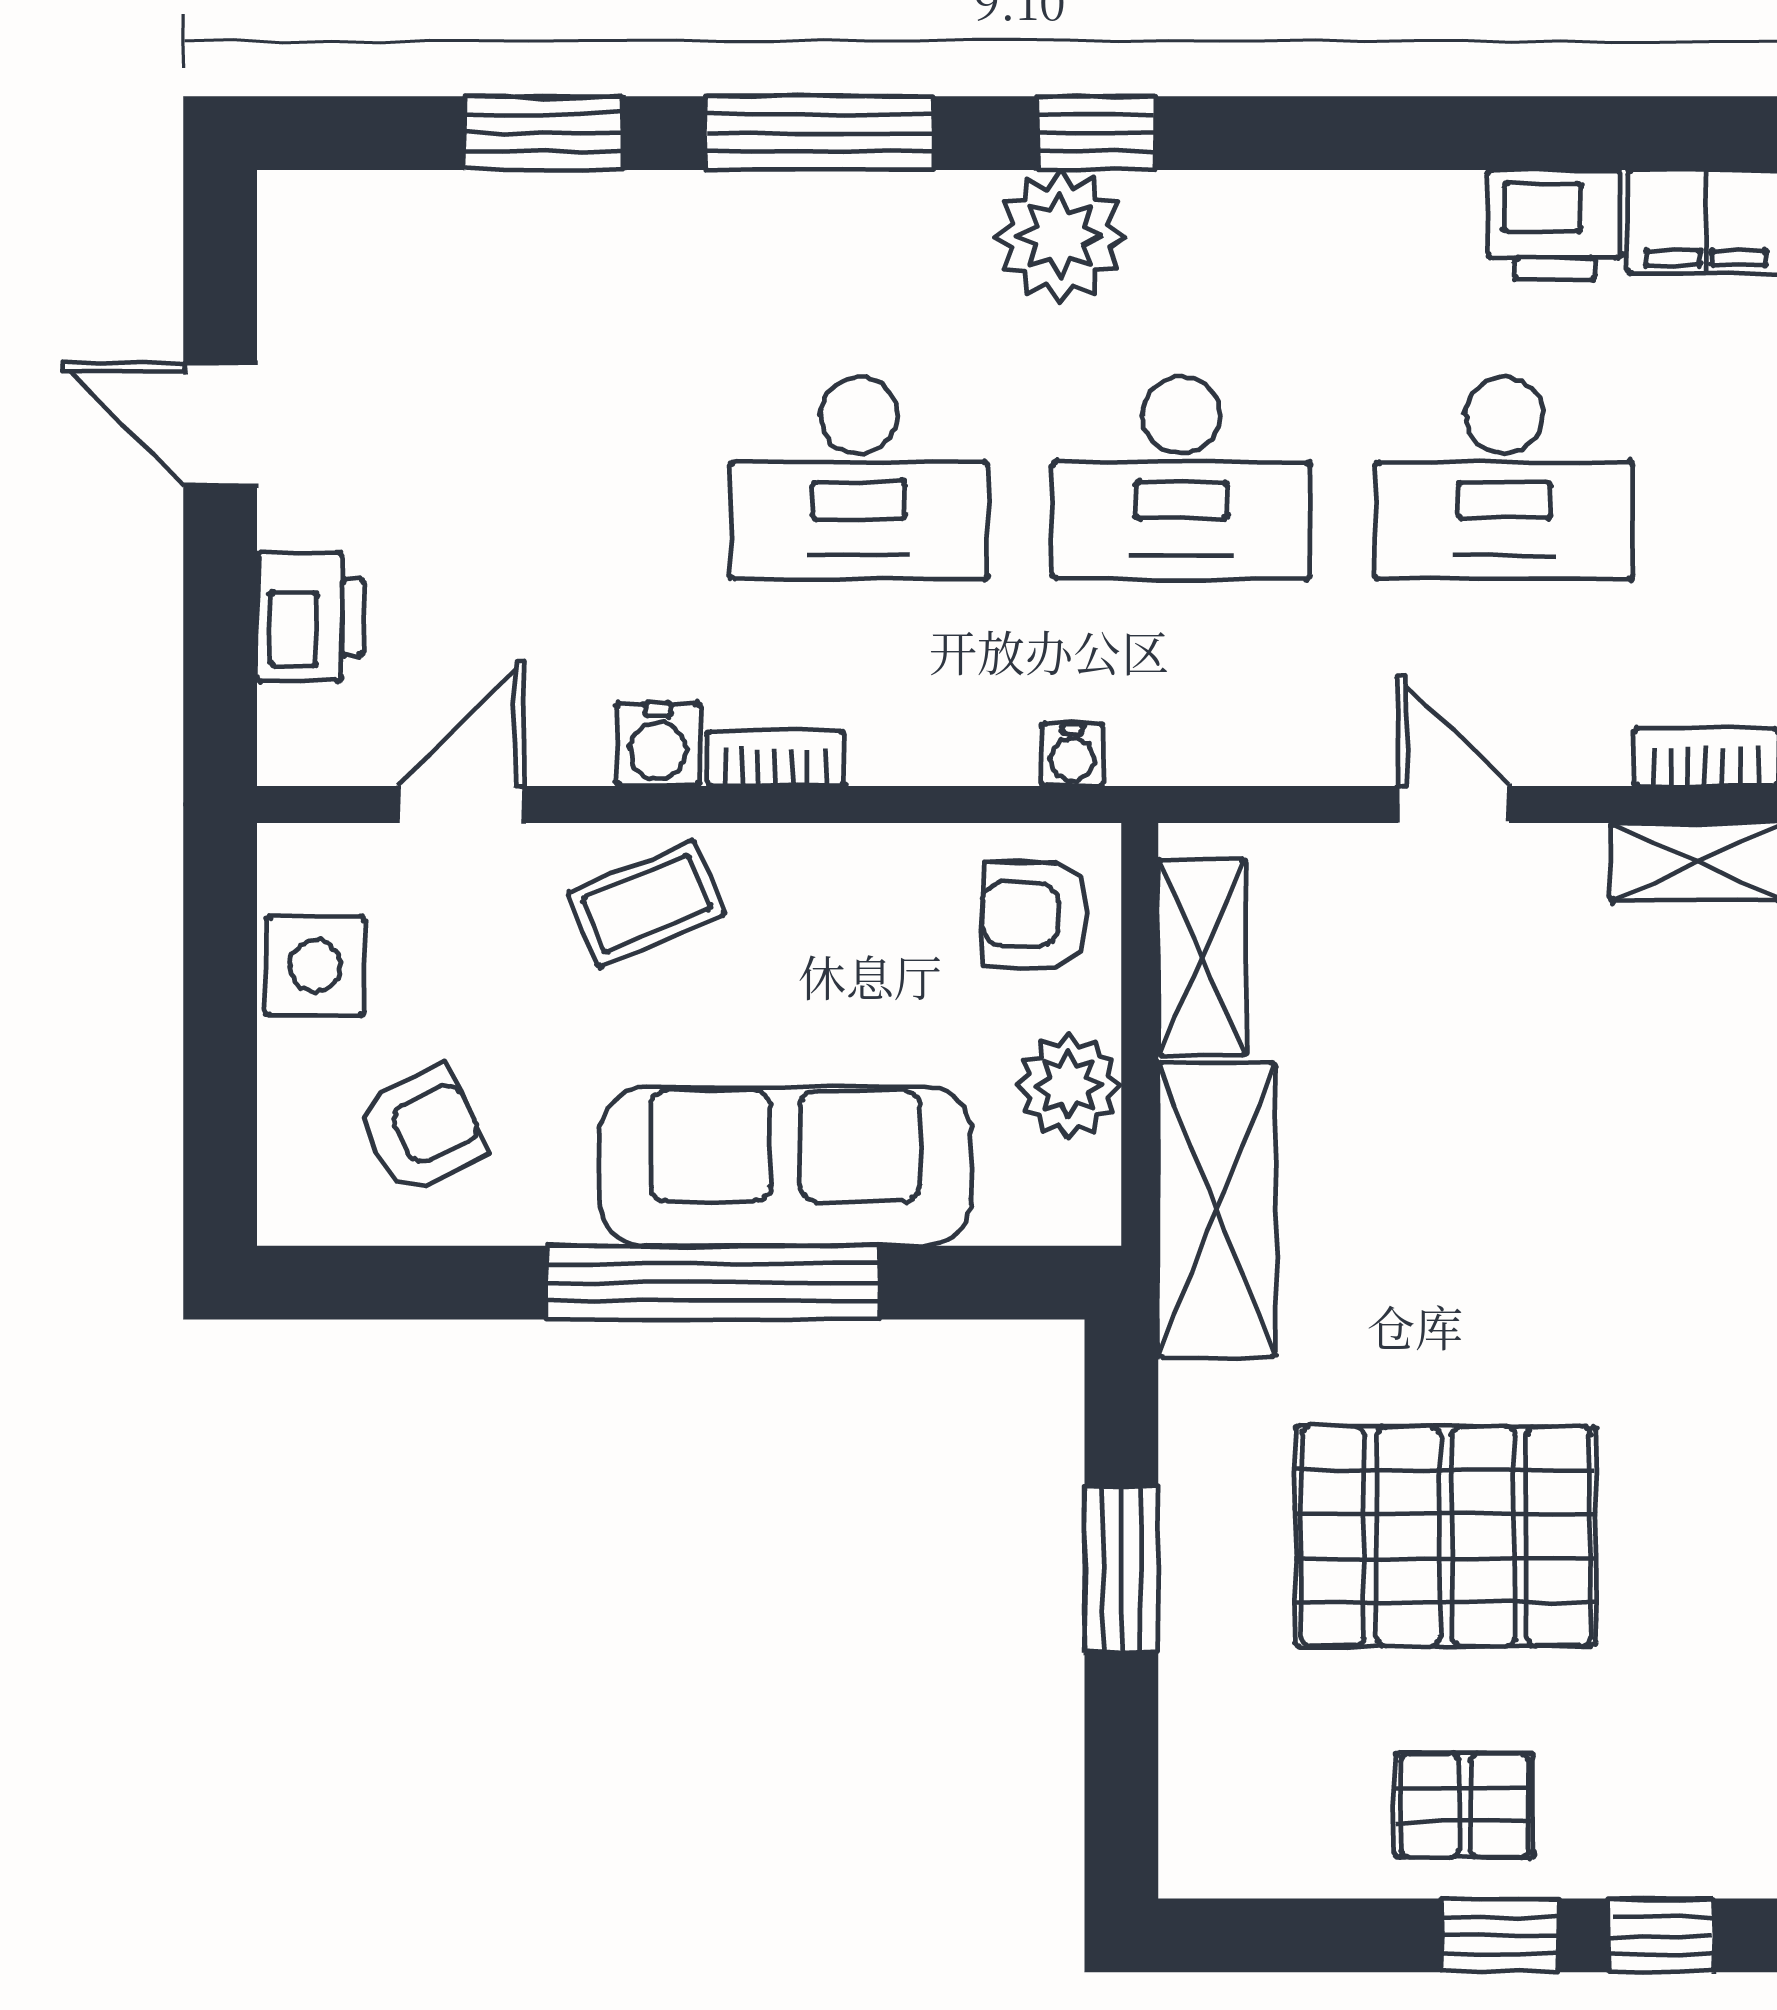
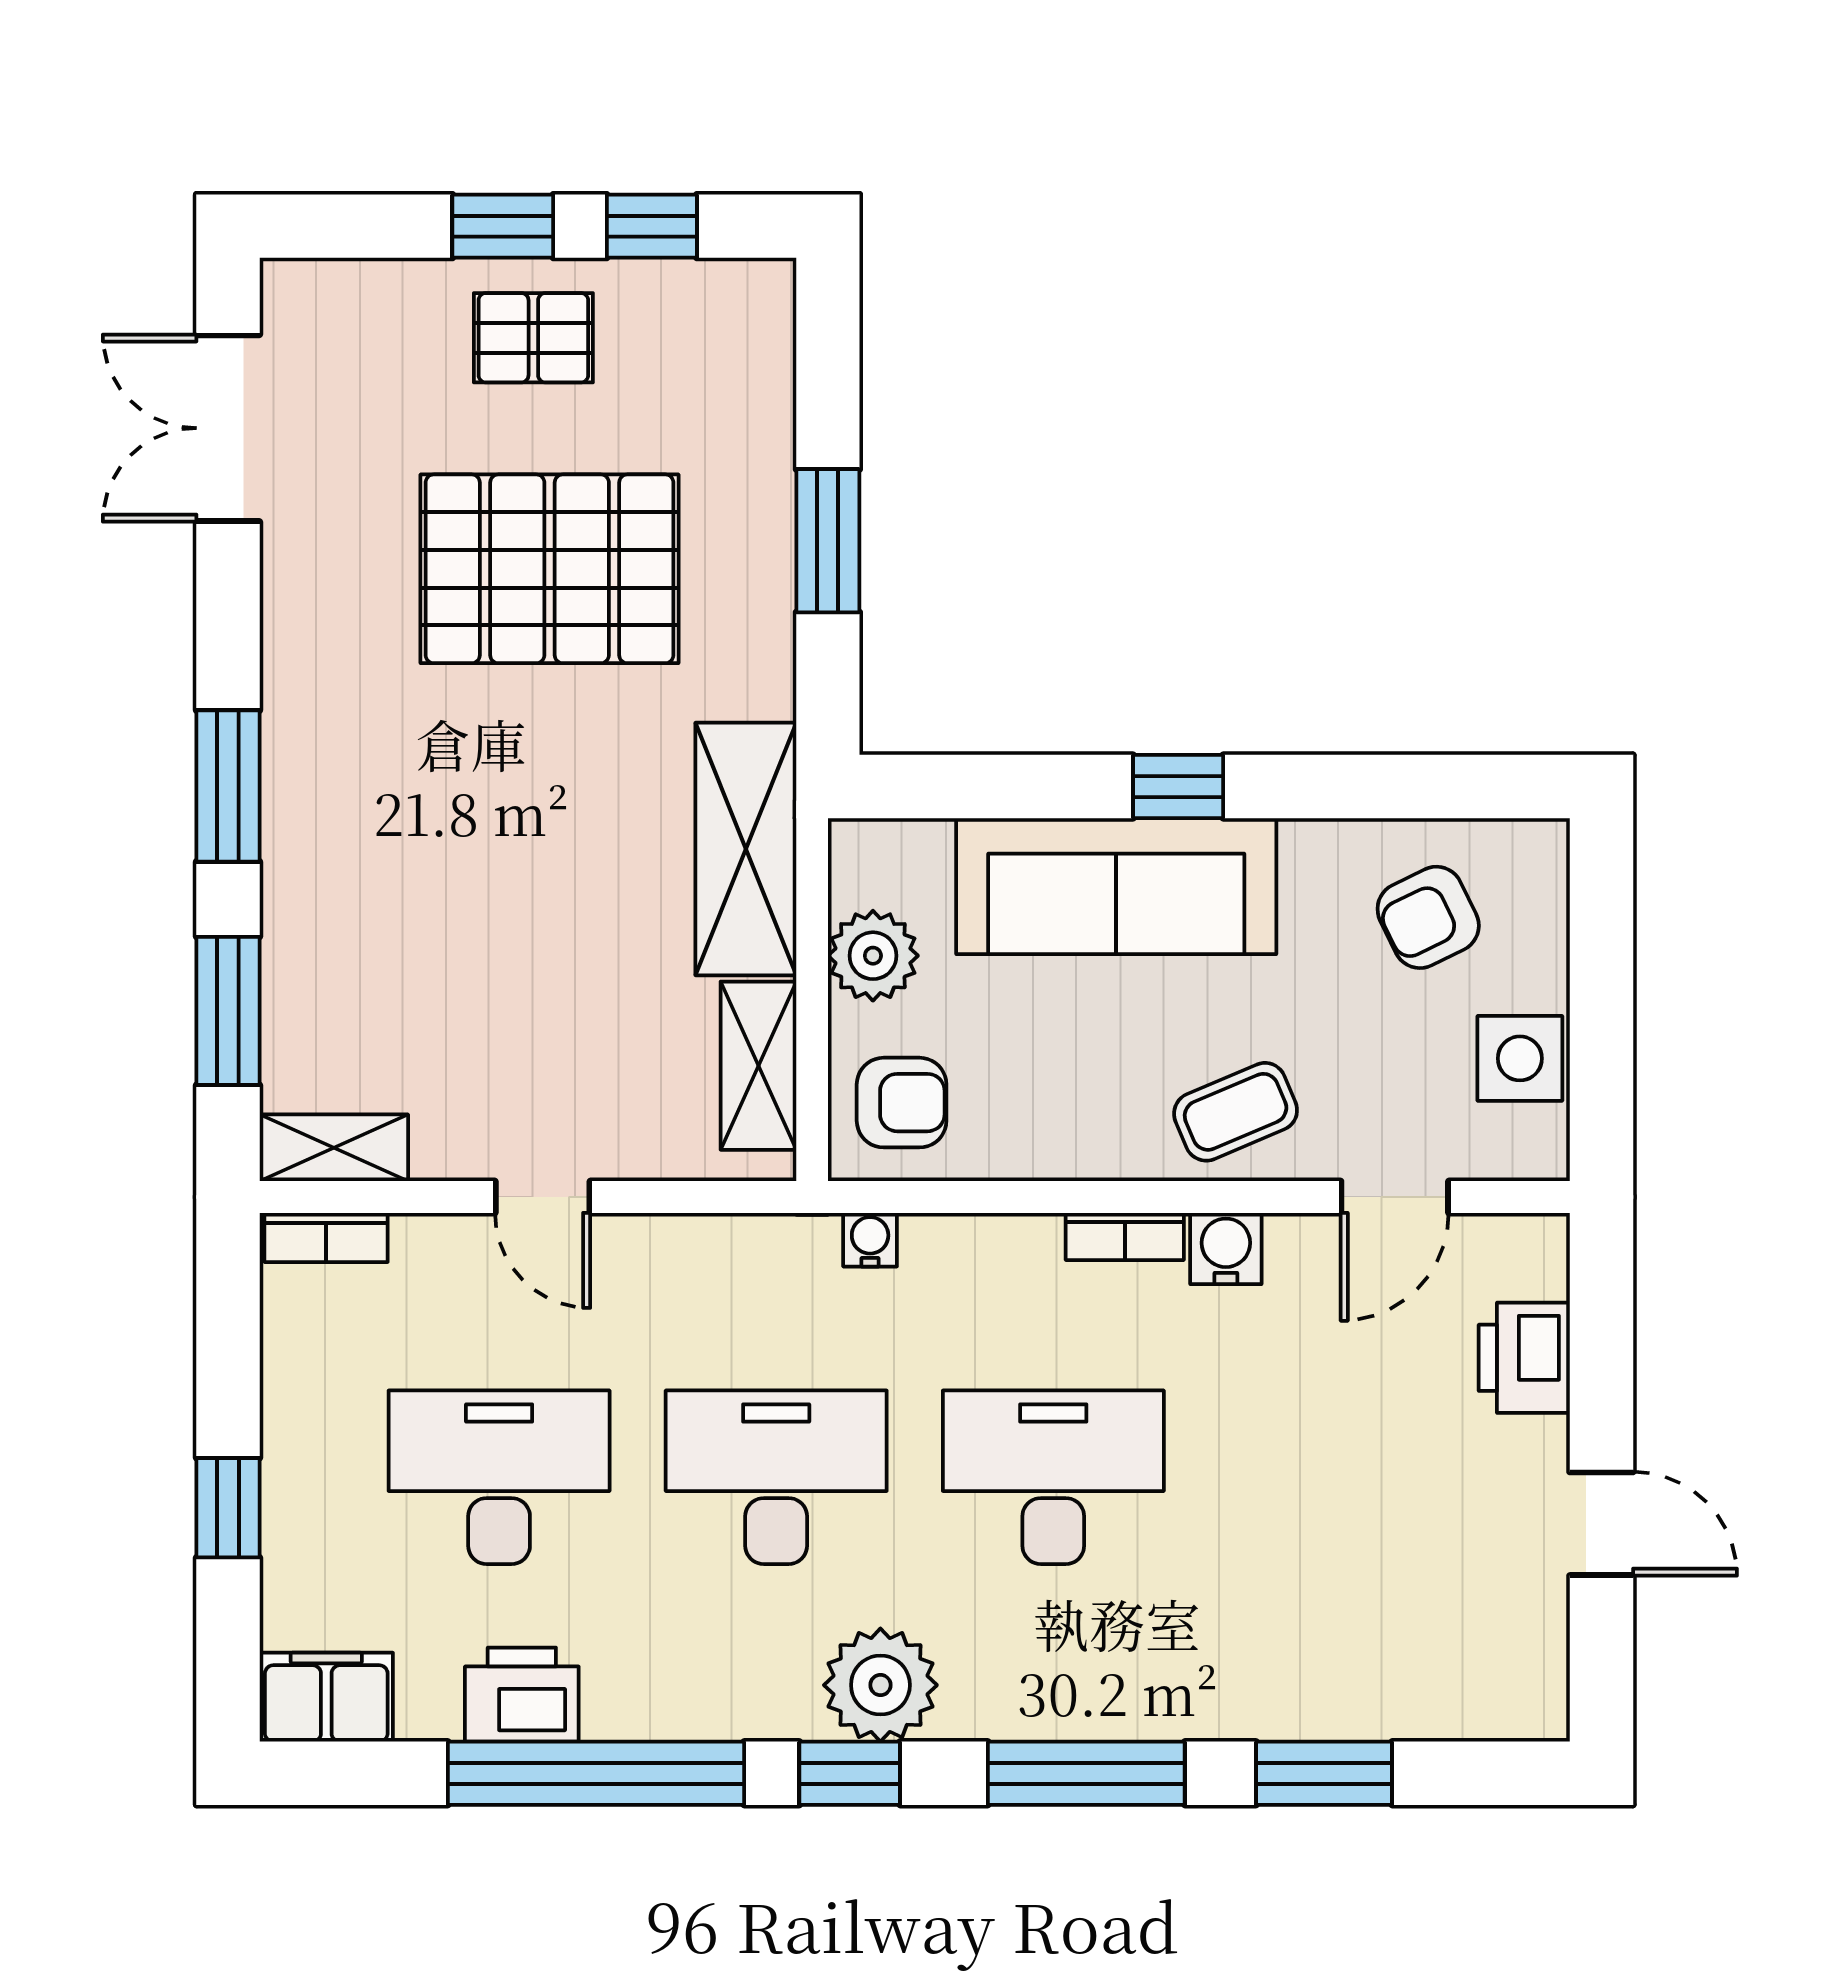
window: (1391, 133) -> (596, 1773), added
printer: (1554, 225) -> (522, 1695), moved
window: (713, 1283) -> (1178, 787), width x0.32
window: (1661, 1935) -> (652, 226), moved

